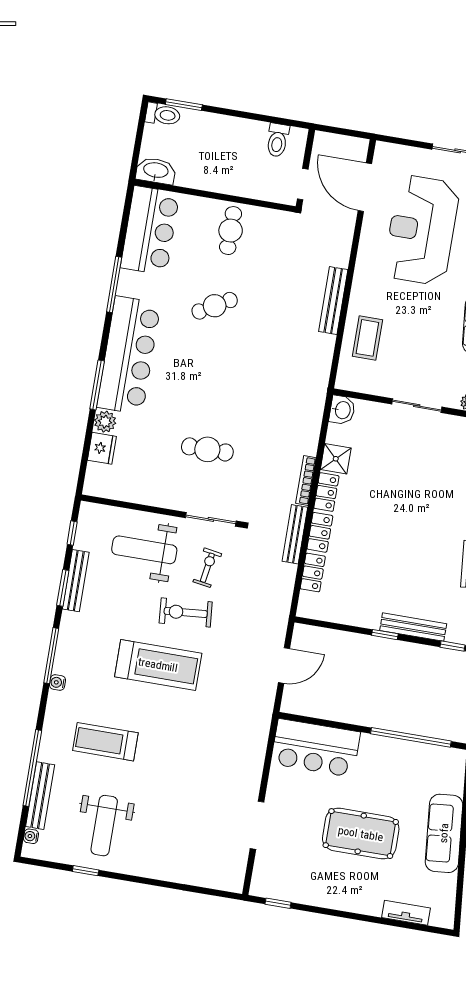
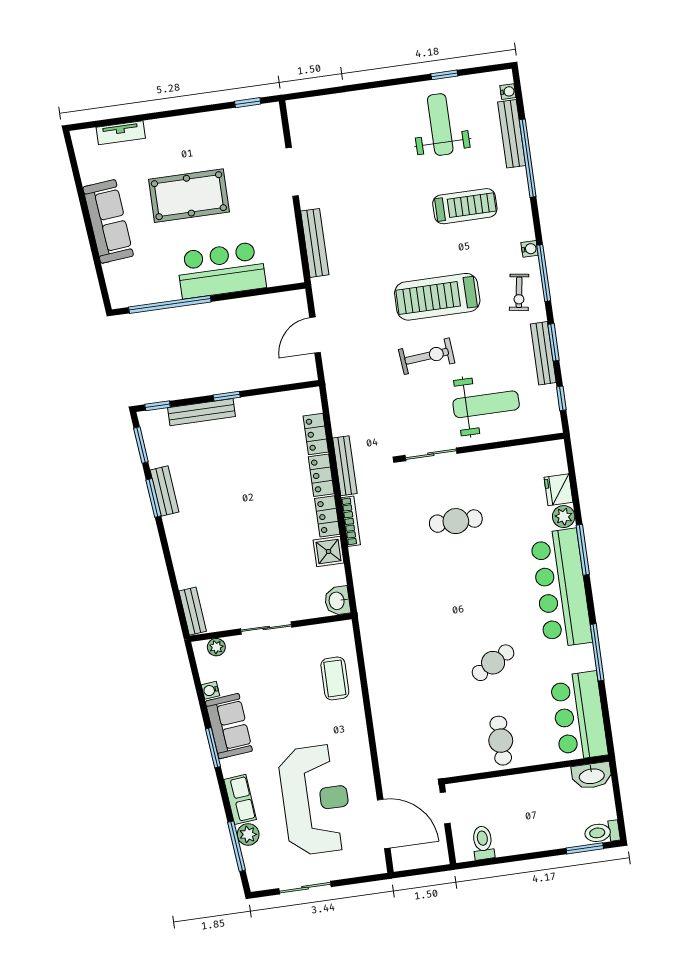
bench: (333, 301) -> (315, 243), moved
exercise bike: (207, 568) -> (519, 292), moved
bar counter: (316, 748) -> (221, 270), moved

